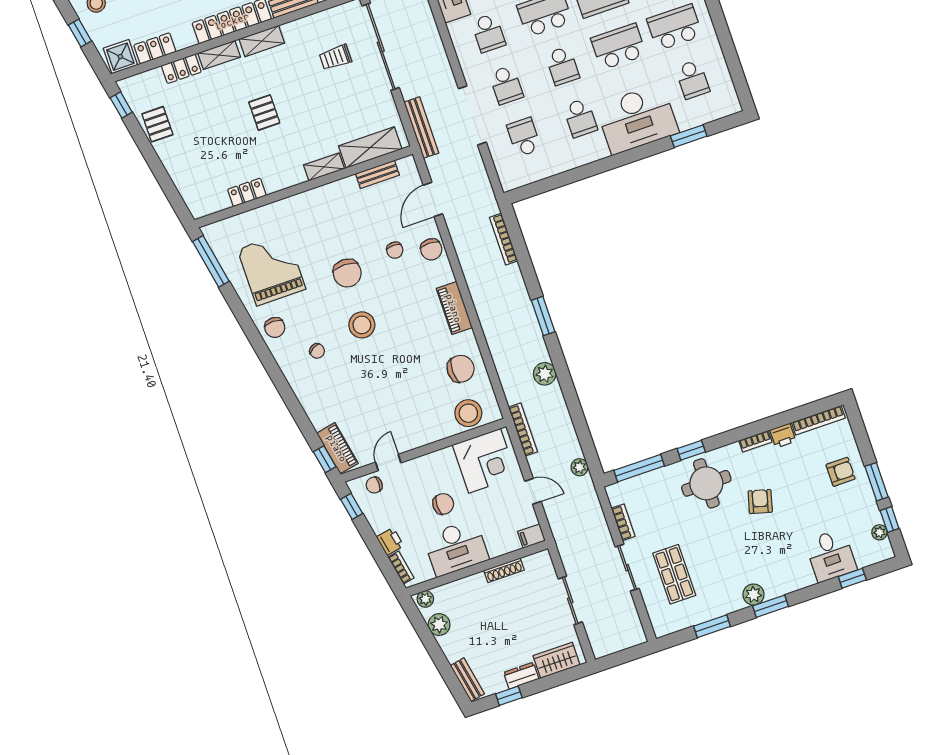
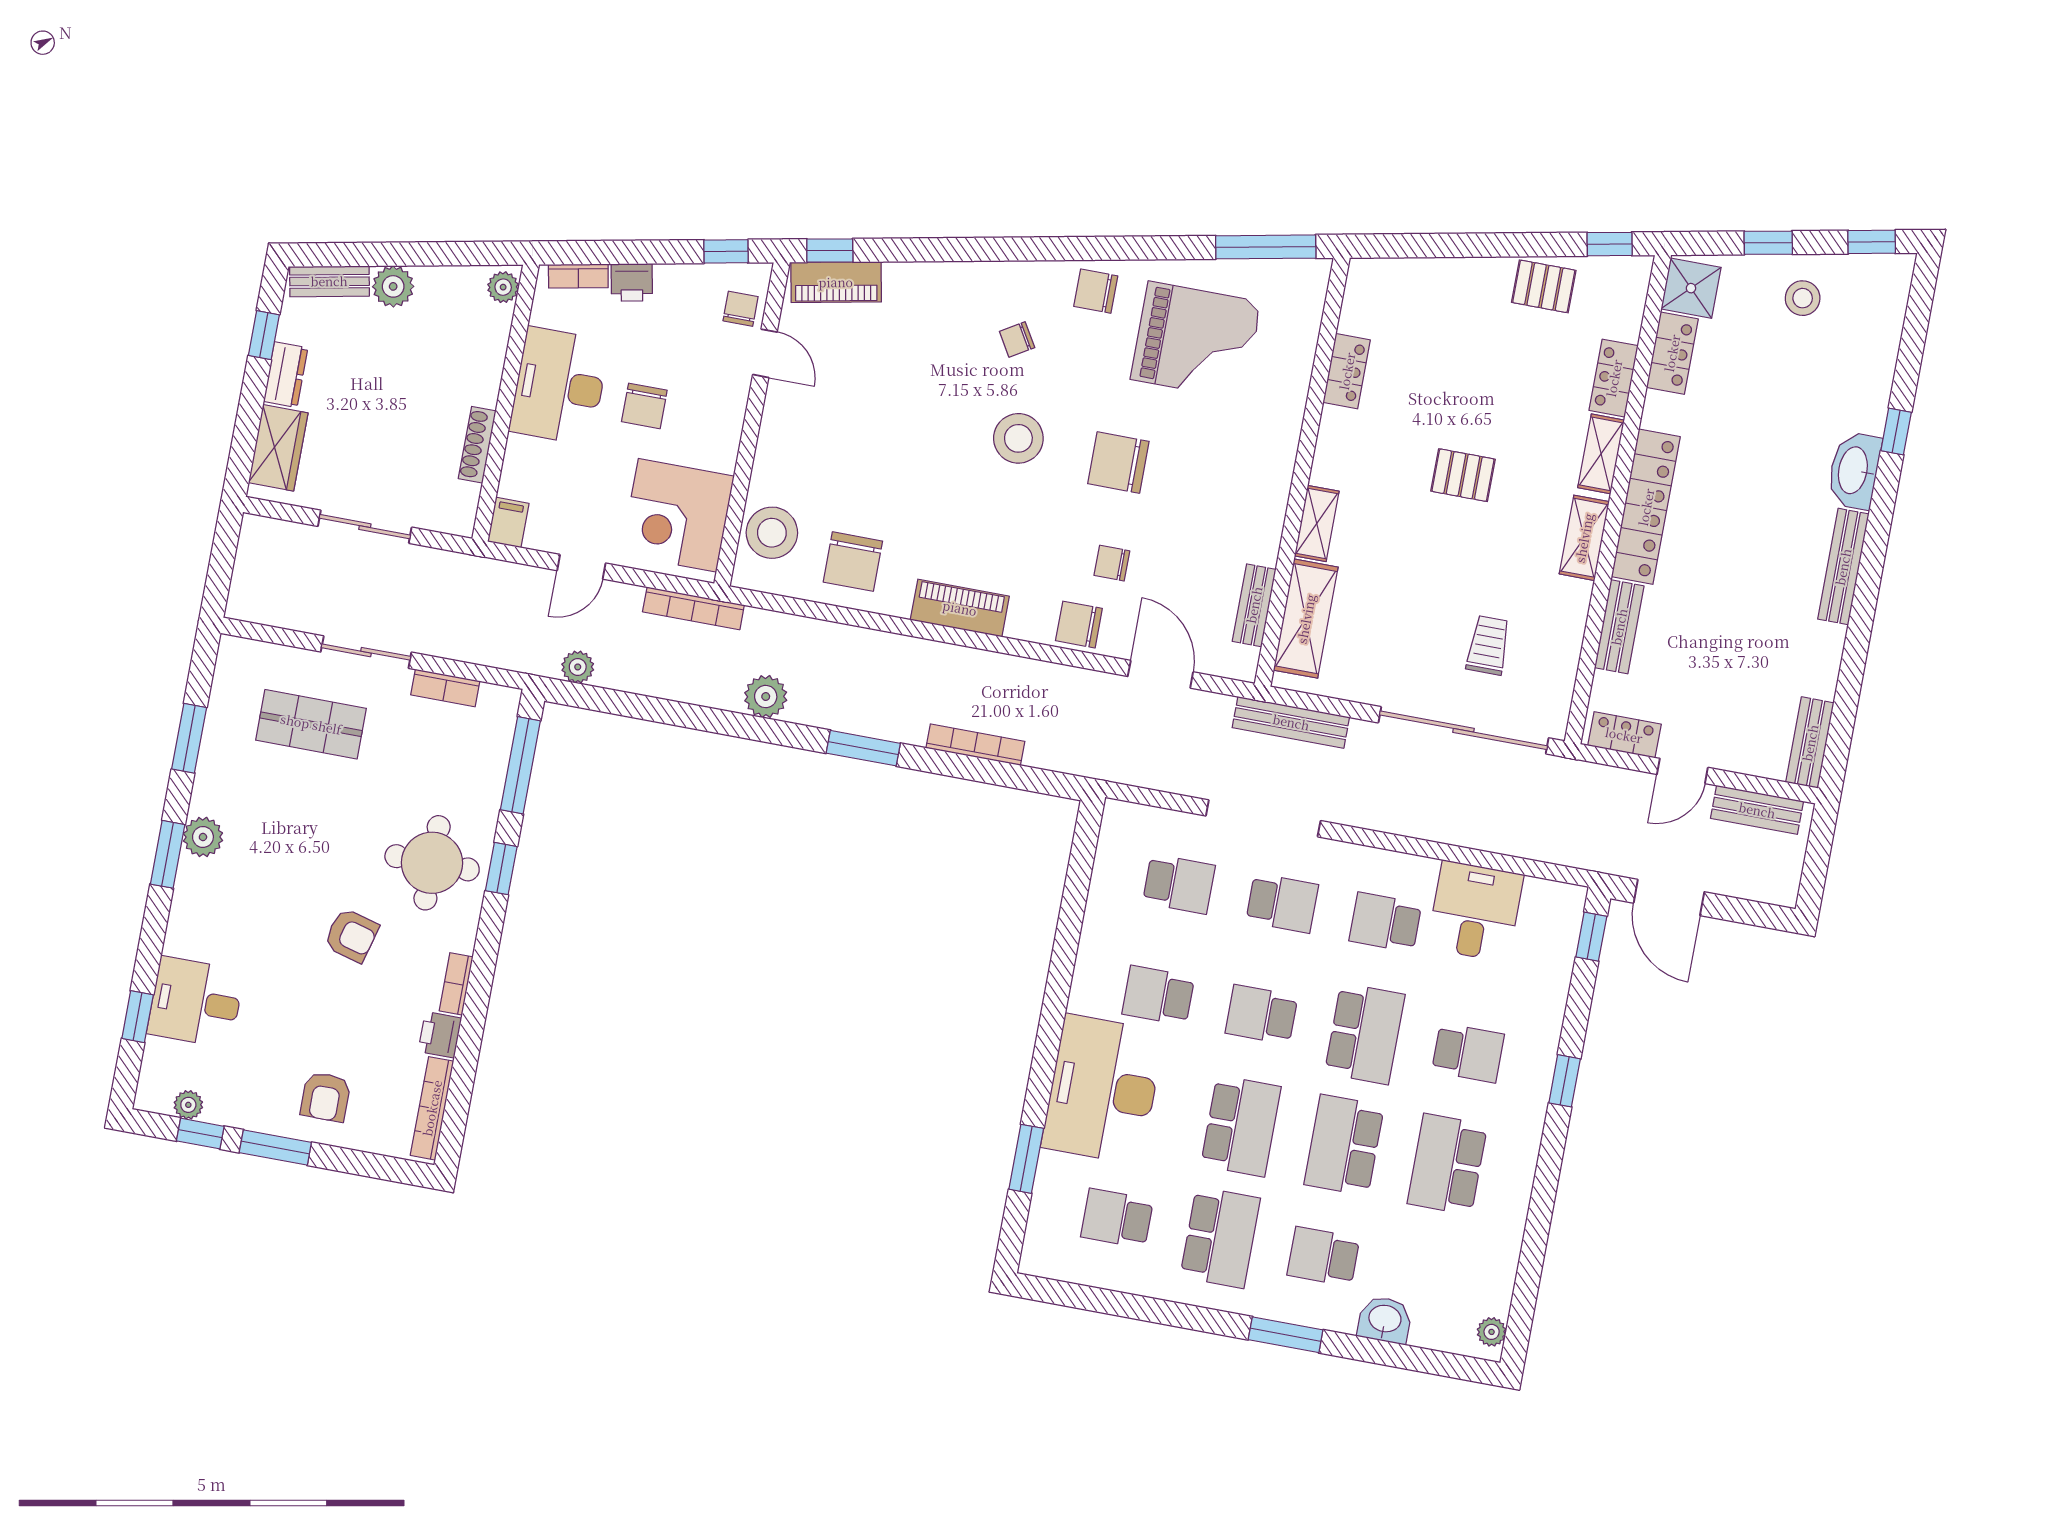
school desk: (506, 85) -> (1282, 903), turned 180
bookcase: (504, 239) -> (975, 745), moved
plant: (439, 625) -> (393, 286), moved

